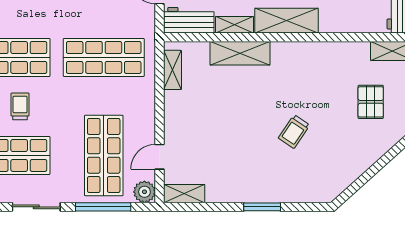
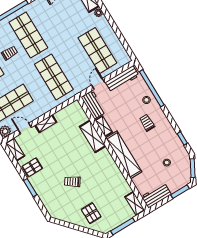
shelving: (287, 21) -> (124, 155), width x1.47
shelving: (172, 70) -> (46, 124), moved
pallet: (371, 102) -> (91, 213), moved, turned 90
pallet: (231, 183) -> (32, 167), added

